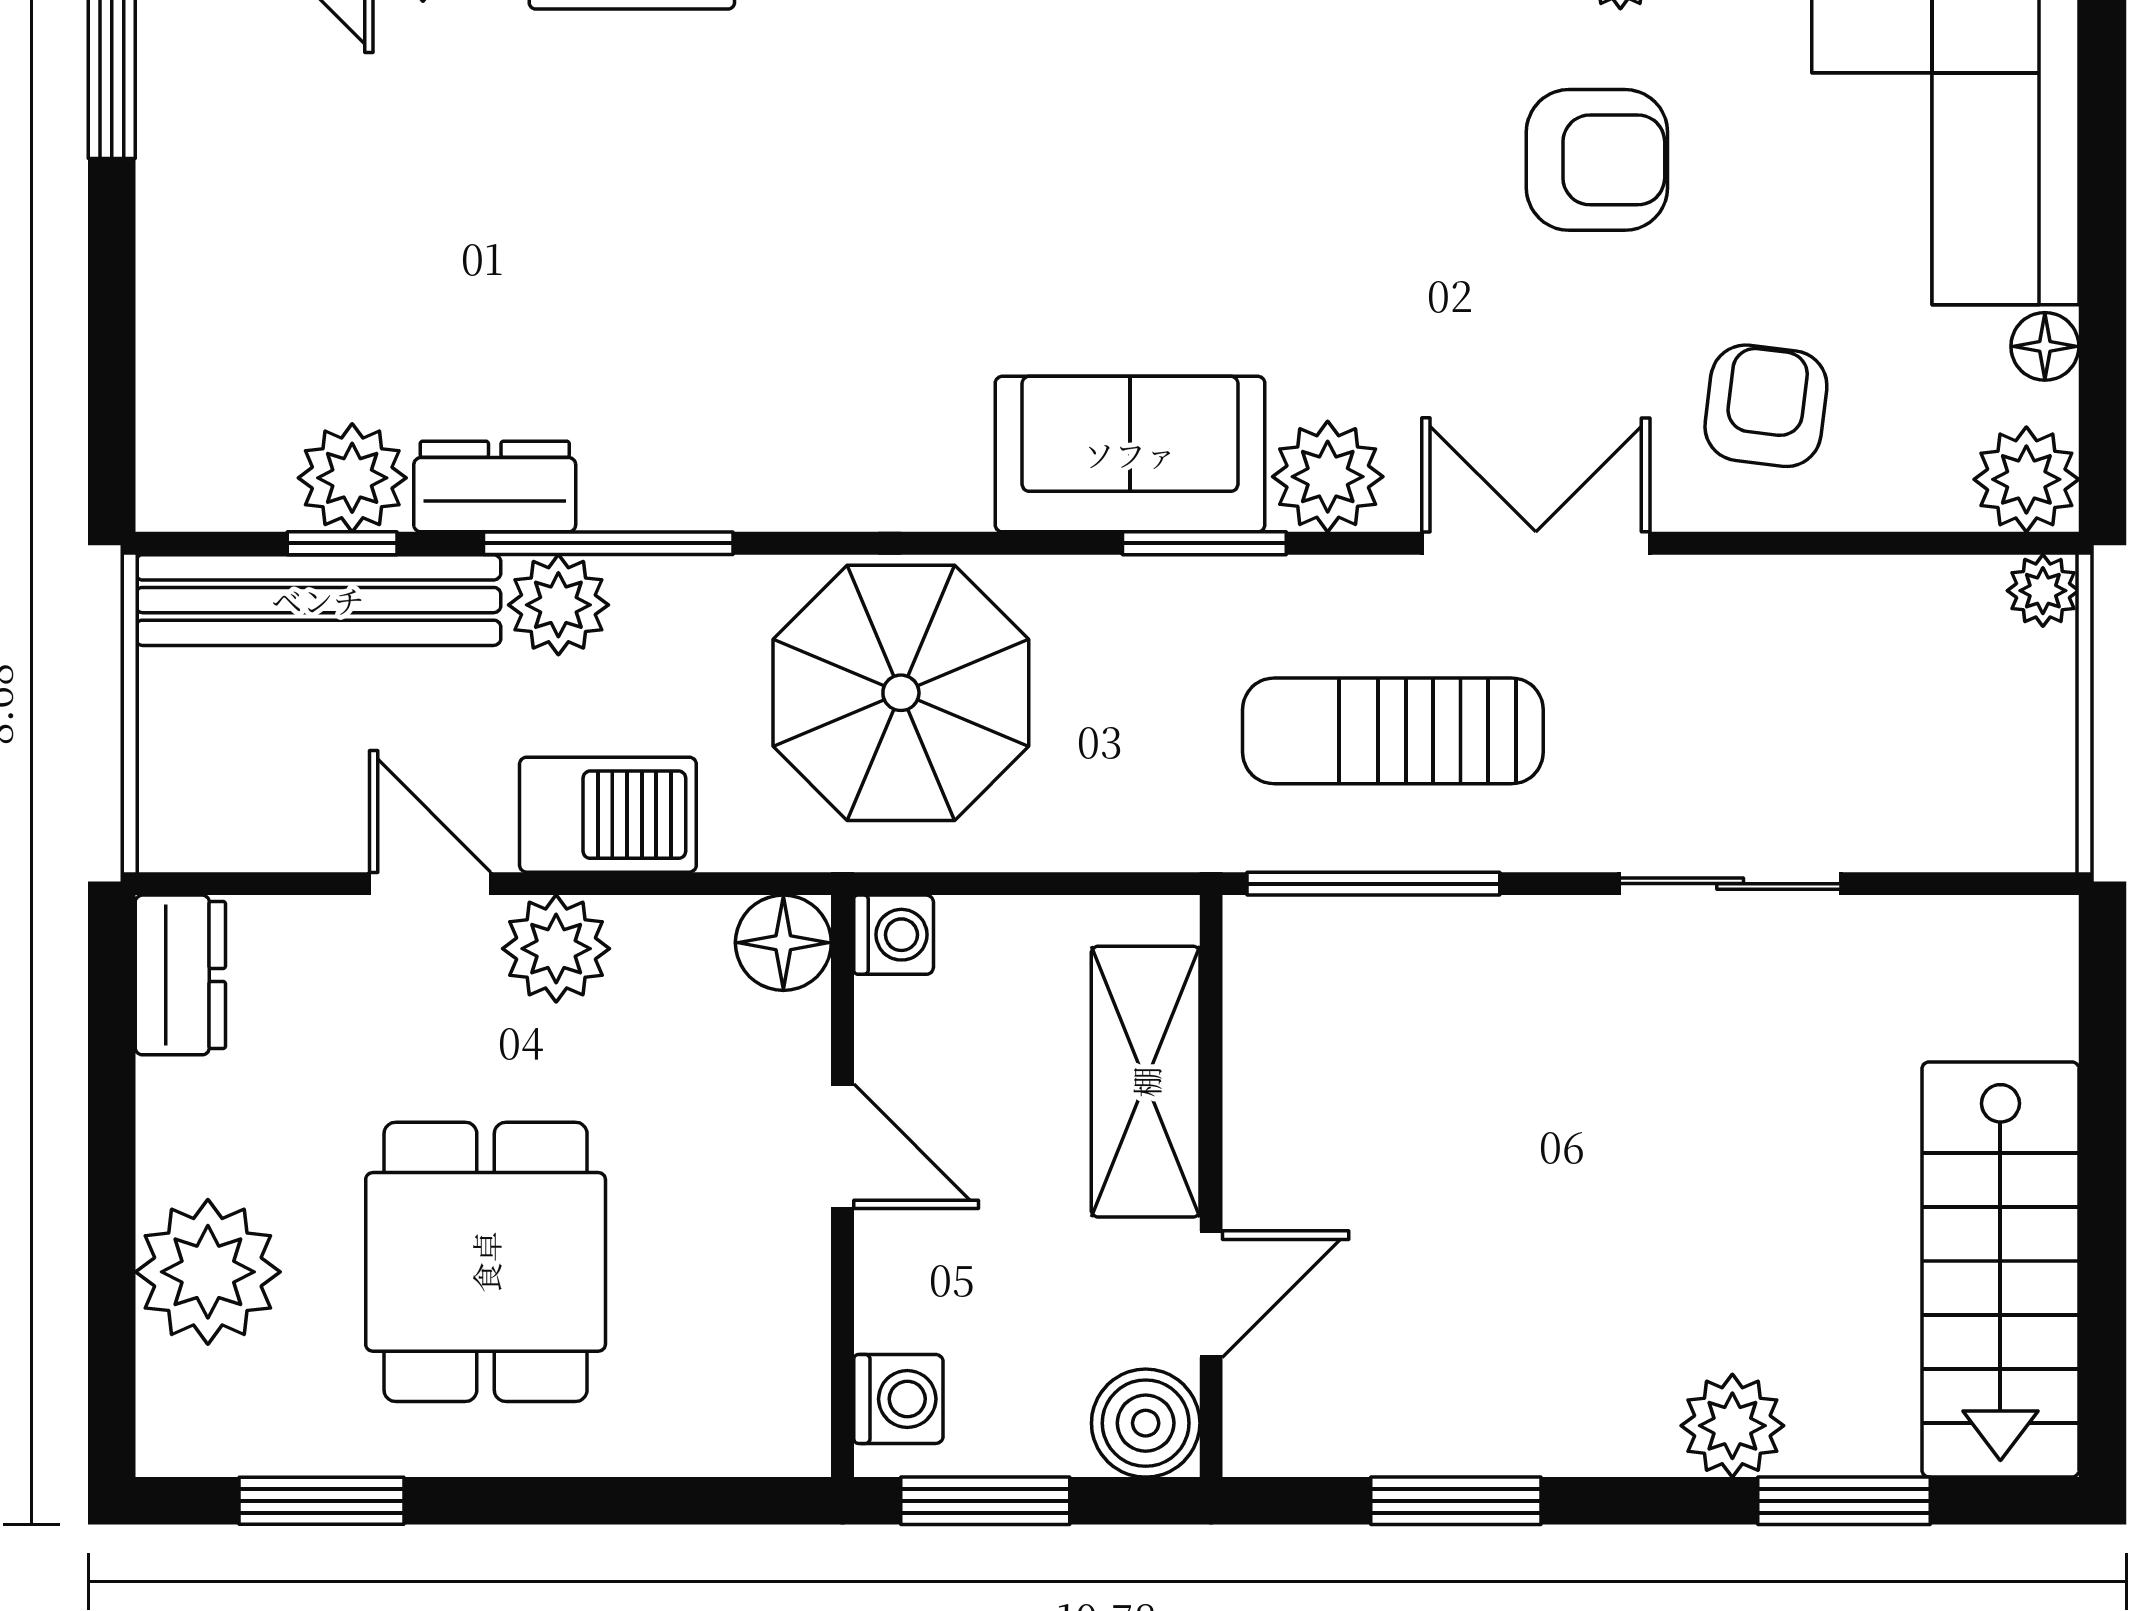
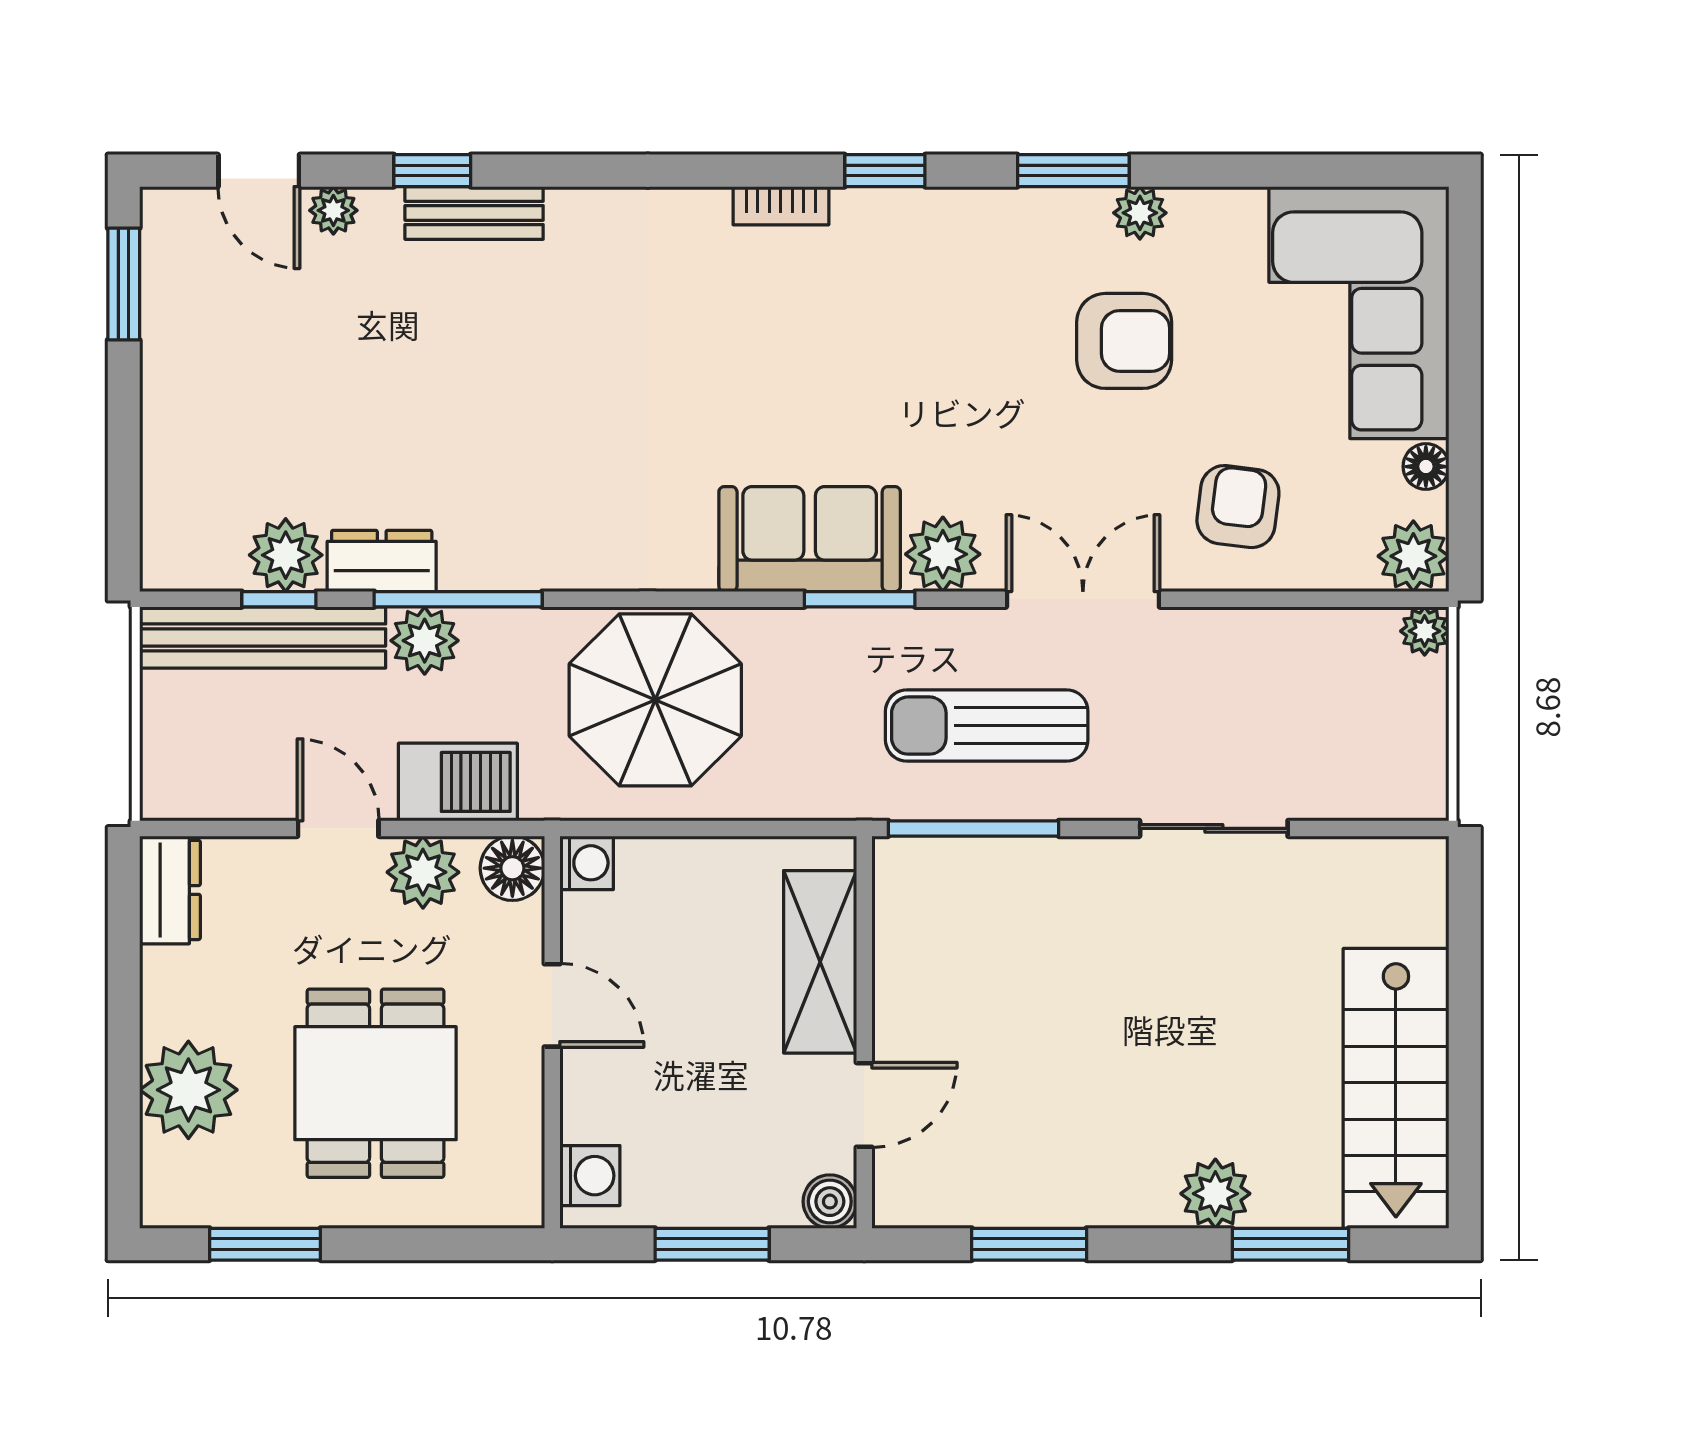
washing machine: (894, 935) -> (587, 863), moved
floor lamp: (783, 943) -> (512, 868), moved
door: (842, 1146) -> (552, 1005), moved
wall: (842, 1186) -> (552, 1032), moved
washing machine: (898, 1399) -> (590, 1176), moved
boiler: (1146, 1423) -> (830, 1202), width x0.73, depth x0.73

